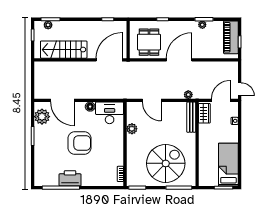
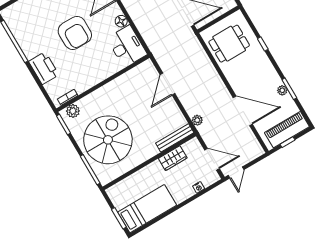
door: (179, 60) -> (243, 111), moved
wardrobe: (204, 113) -> (173, 158), moved
plant: (132, 129) -> (73, 111), moved
spiral stairs: (166, 163) -> (108, 140), turned -90
printer: (70, 178) -> (44, 68), moved

